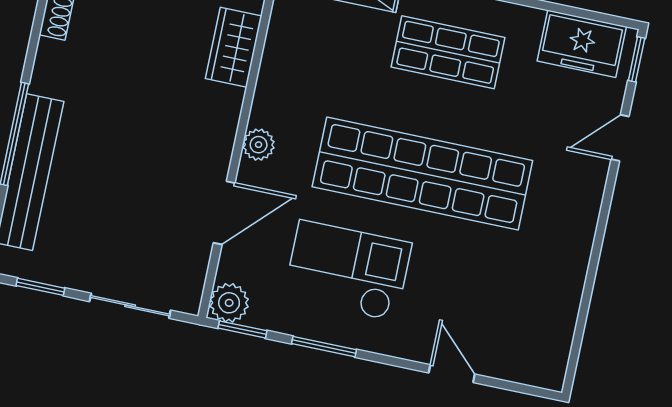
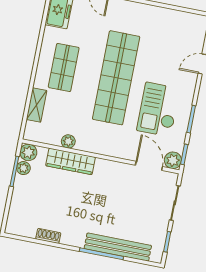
wardrobe: (234, 47) -> (71, 161), width x1.50
plant: (259, 145) -> (68, 141), moved
door: (224, 213) -> (149, 166), moved

